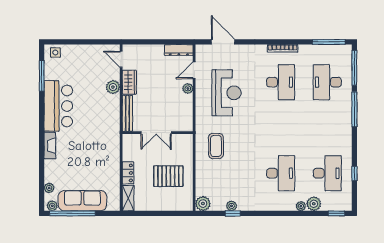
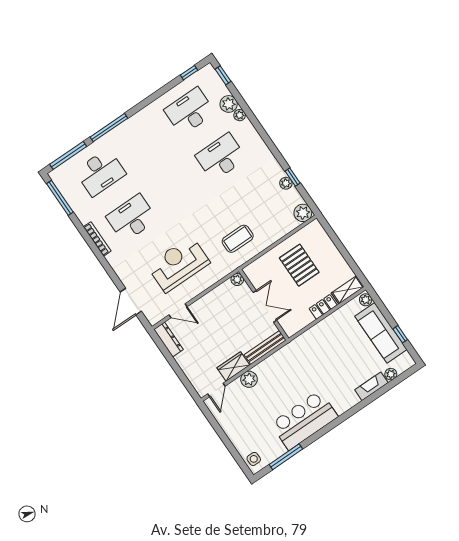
plant: (188, 88) -> (237, 280), moved
fireplace: (50, 146) -> (371, 386), moved
window: (354, 174) -> (189, 73), moved
plant: (52, 206) -> (366, 300), moved
window: (72, 213) -> (400, 334), width x0.32

